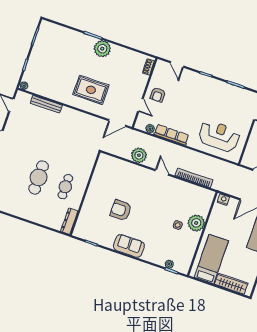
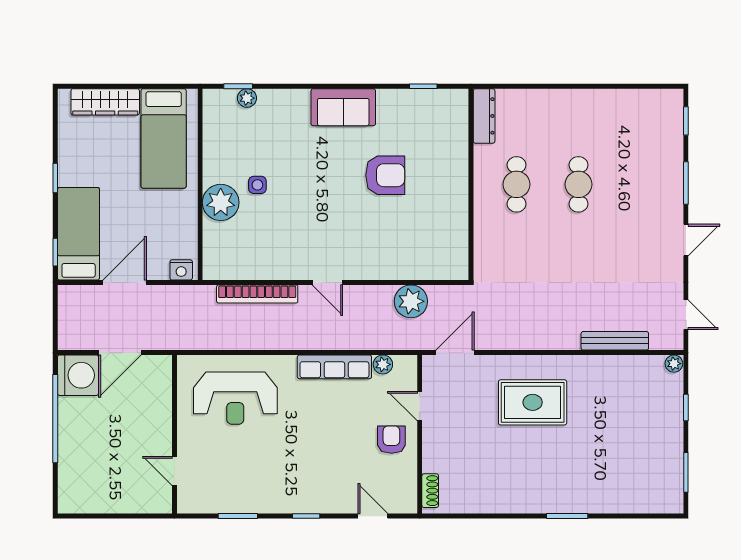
plant: (102, 49) -> (539, 495), removed
plant: (139, 155) -> (411, 301), moved
cafe table: (39, 177) -> (578, 184), width x0.73, depth x0.74

